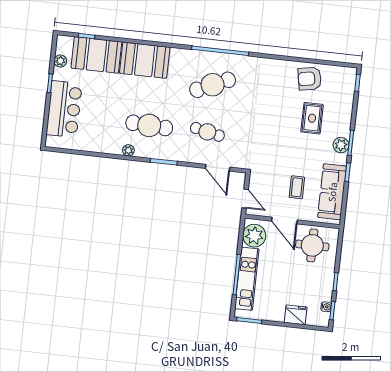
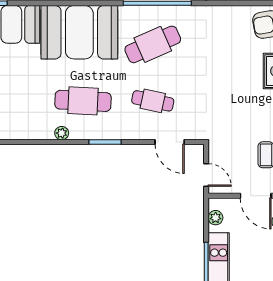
booth: (145, 60) -> (79, 32), width x1.36, depth x1.42
plant: (254, 236) -> (216, 218), width x0.53, depth x0.53

